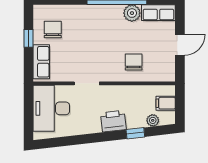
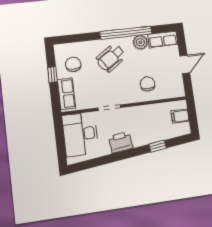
wheelchair: (96, 27) -> (111, 58), added
plant: (153, 120) -> (171, 133), removed
printer: (113, 121) -> (121, 142), moved

